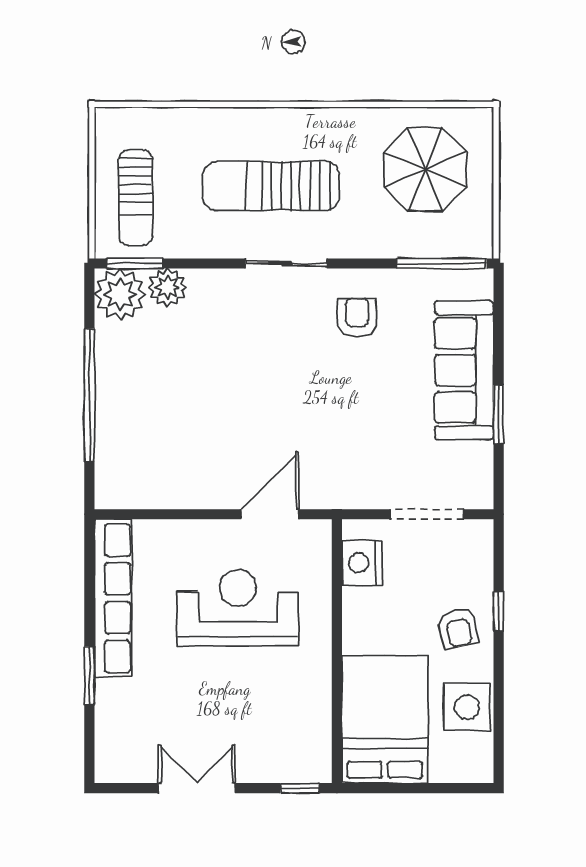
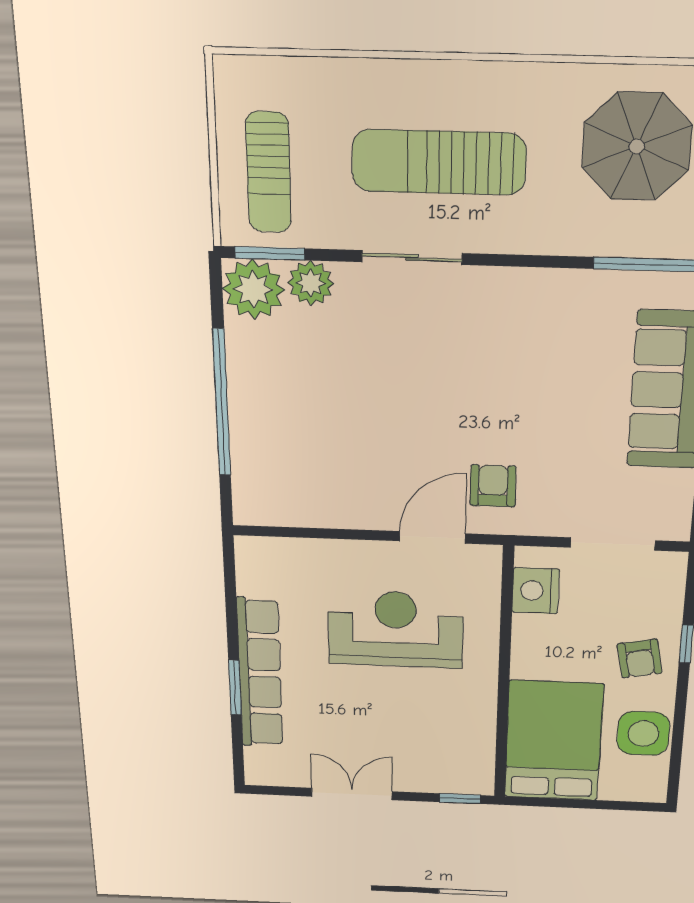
sliding door: (286, 264) -> (412, 258), moved
armchair: (357, 318) -> (493, 486), moved
row of seats: (113, 598) -> (260, 673), moved

